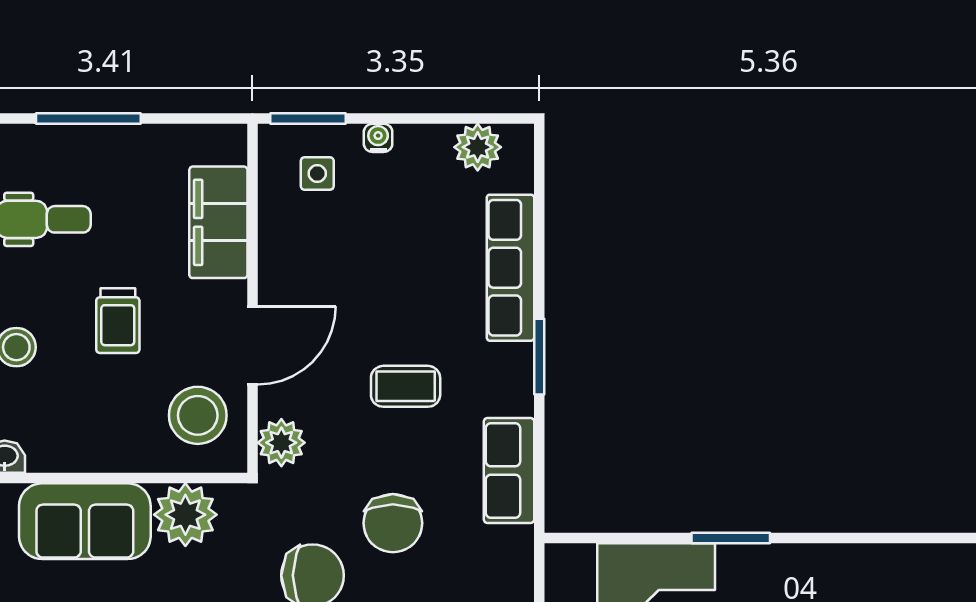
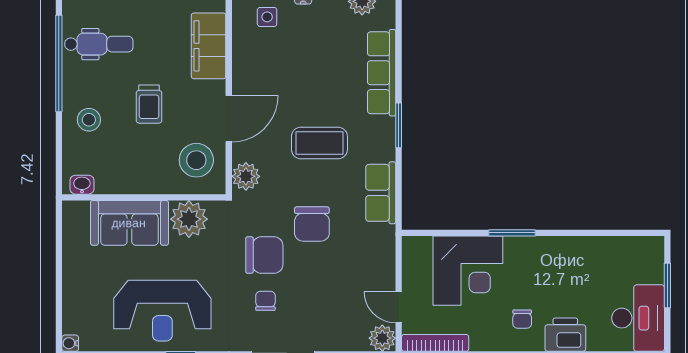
coffee table: (406, 386) -> (319, 143), width x1.36, depth x1.30

